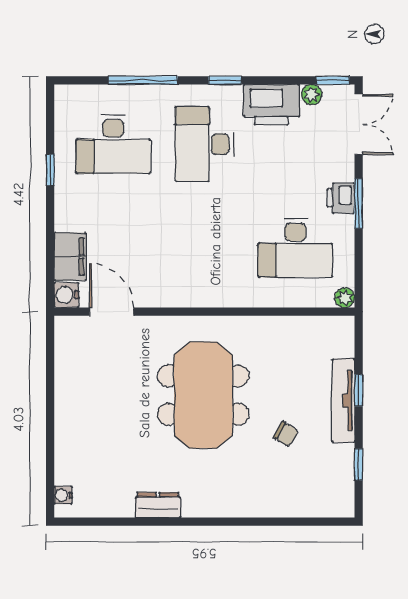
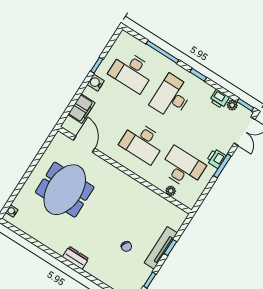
printer: (271, 104) -> (219, 99), width x0.53, depth x0.68
desk: (204, 248) -> (143, 142), added
desk: (295, 248) -> (182, 168), turned 180
water cooler: (66, 295) -> (96, 83), moved
plant: (345, 298) -> (171, 191), moved
meeting table: (203, 395) -> (65, 190), moved
dresser: (158, 505) -> (76, 258), moved

